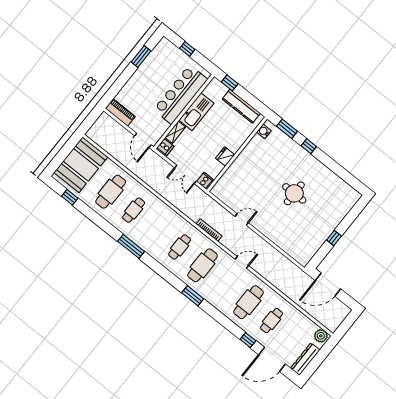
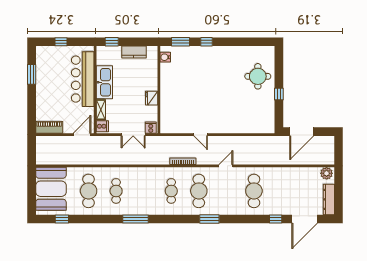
kitchen counter: (241, 106) -> (134, 52), width x0.67
door: (143, 140) -> (82, 135), swing flipped
round table: (294, 193) -> (258, 76), moved
door: (242, 220) -> (201, 135), swing flipped
cafe table: (271, 321) -> (282, 191), removed

